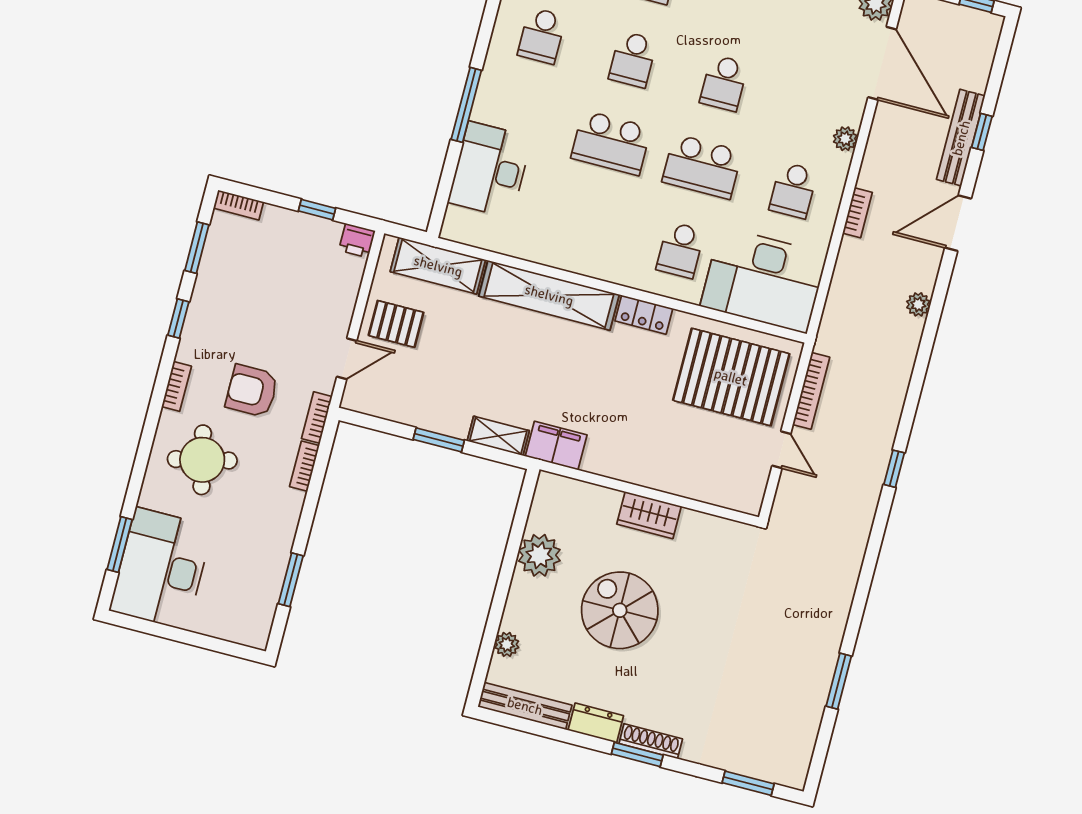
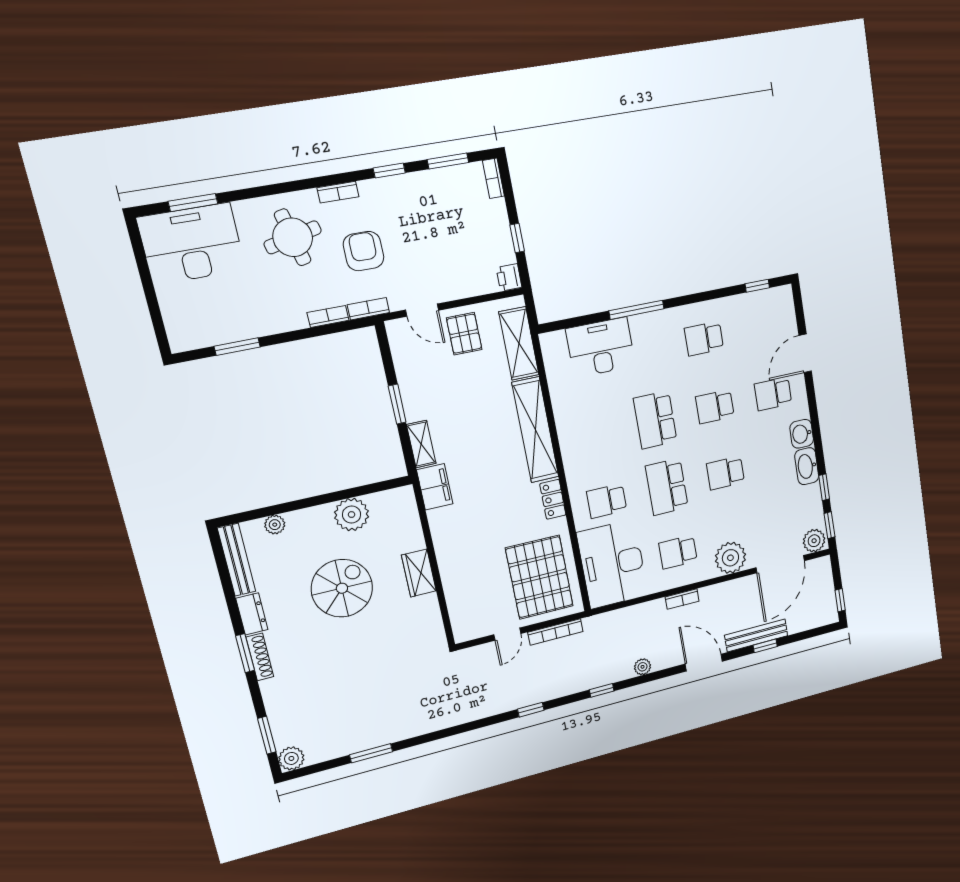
plant: (845, 139) -> (730, 558), width x1.87, depth x1.87
window: (920, 370) -> (602, 690), added
plant: (792, 772) -> (291, 758), added

